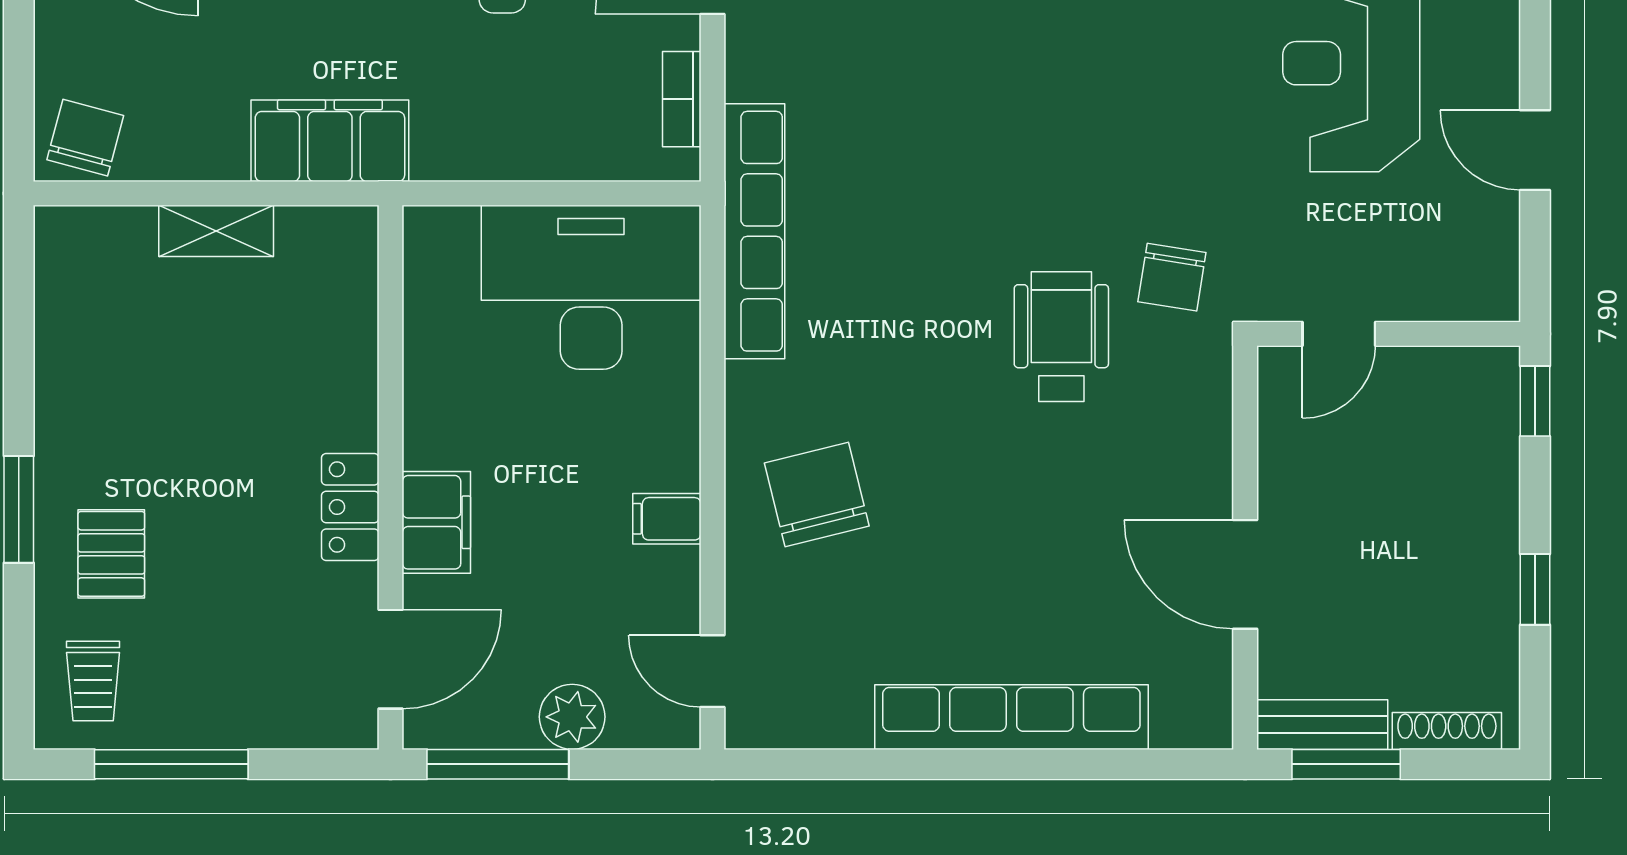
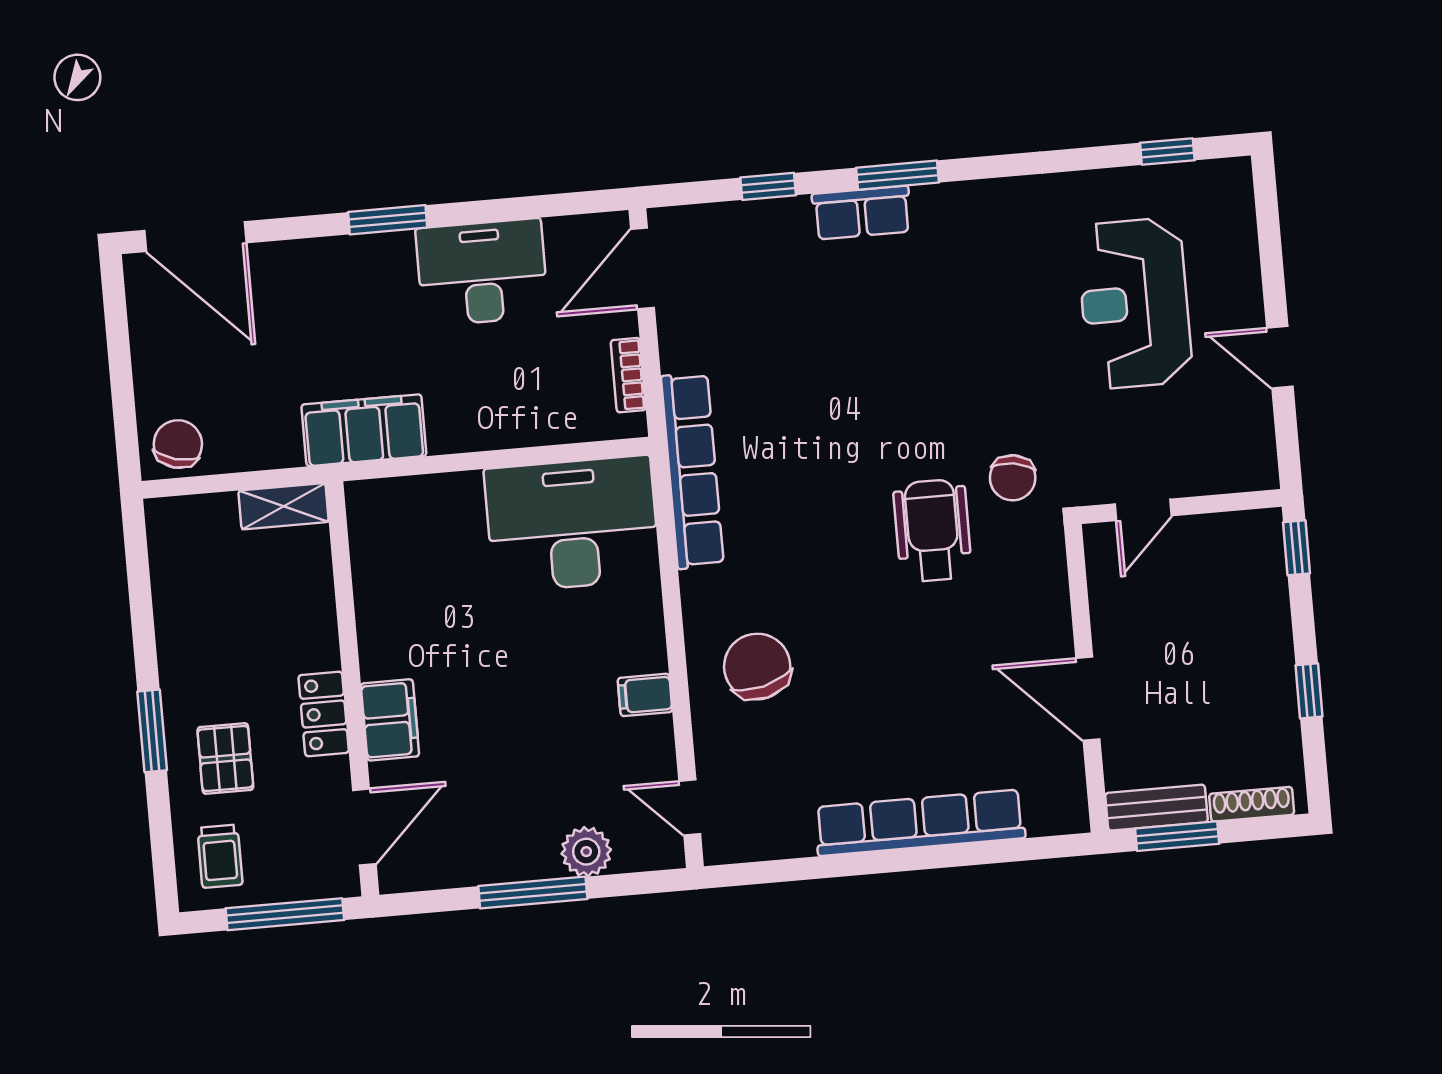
wall: (391, 477) -> (352, 689), moved
locker: (350, 507) -> (324, 714), moved
filing cabinet: (436, 522) -> (390, 720), moved
door: (391, 659) -> (364, 827), moved

